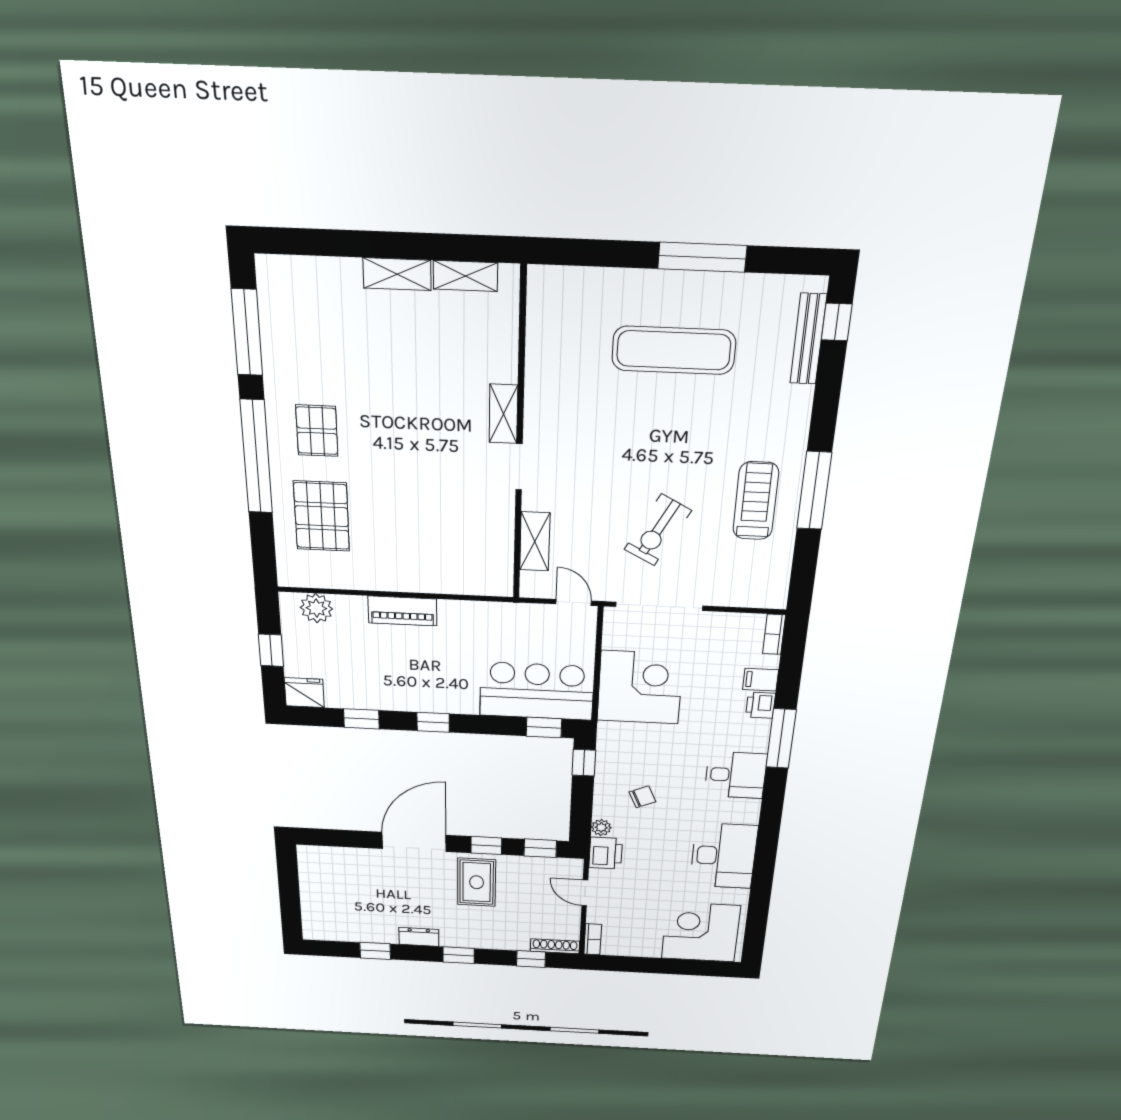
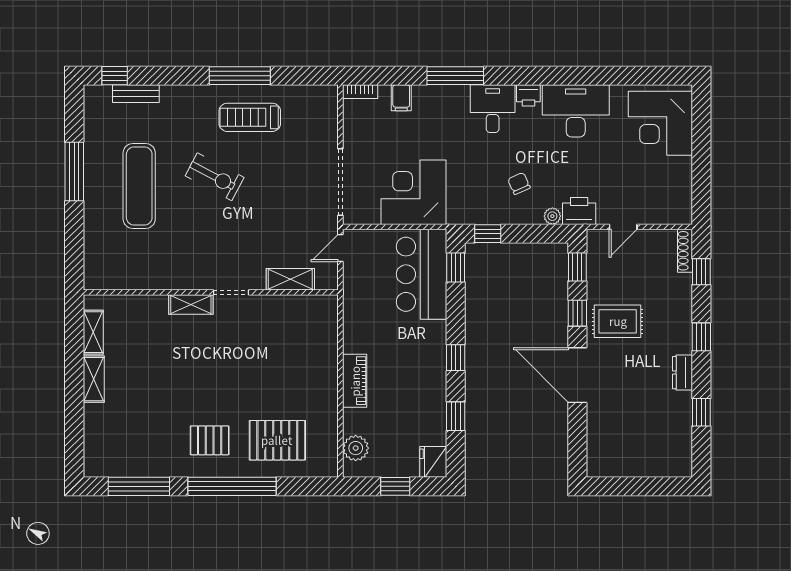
bench: (808, 339) -> (136, 94), width x0.73
exercise bike: (658, 530) -> (215, 177), moved
printer: (760, 705) -> (528, 95), moved
bookcase: (593, 939) -> (675, 218), removed

